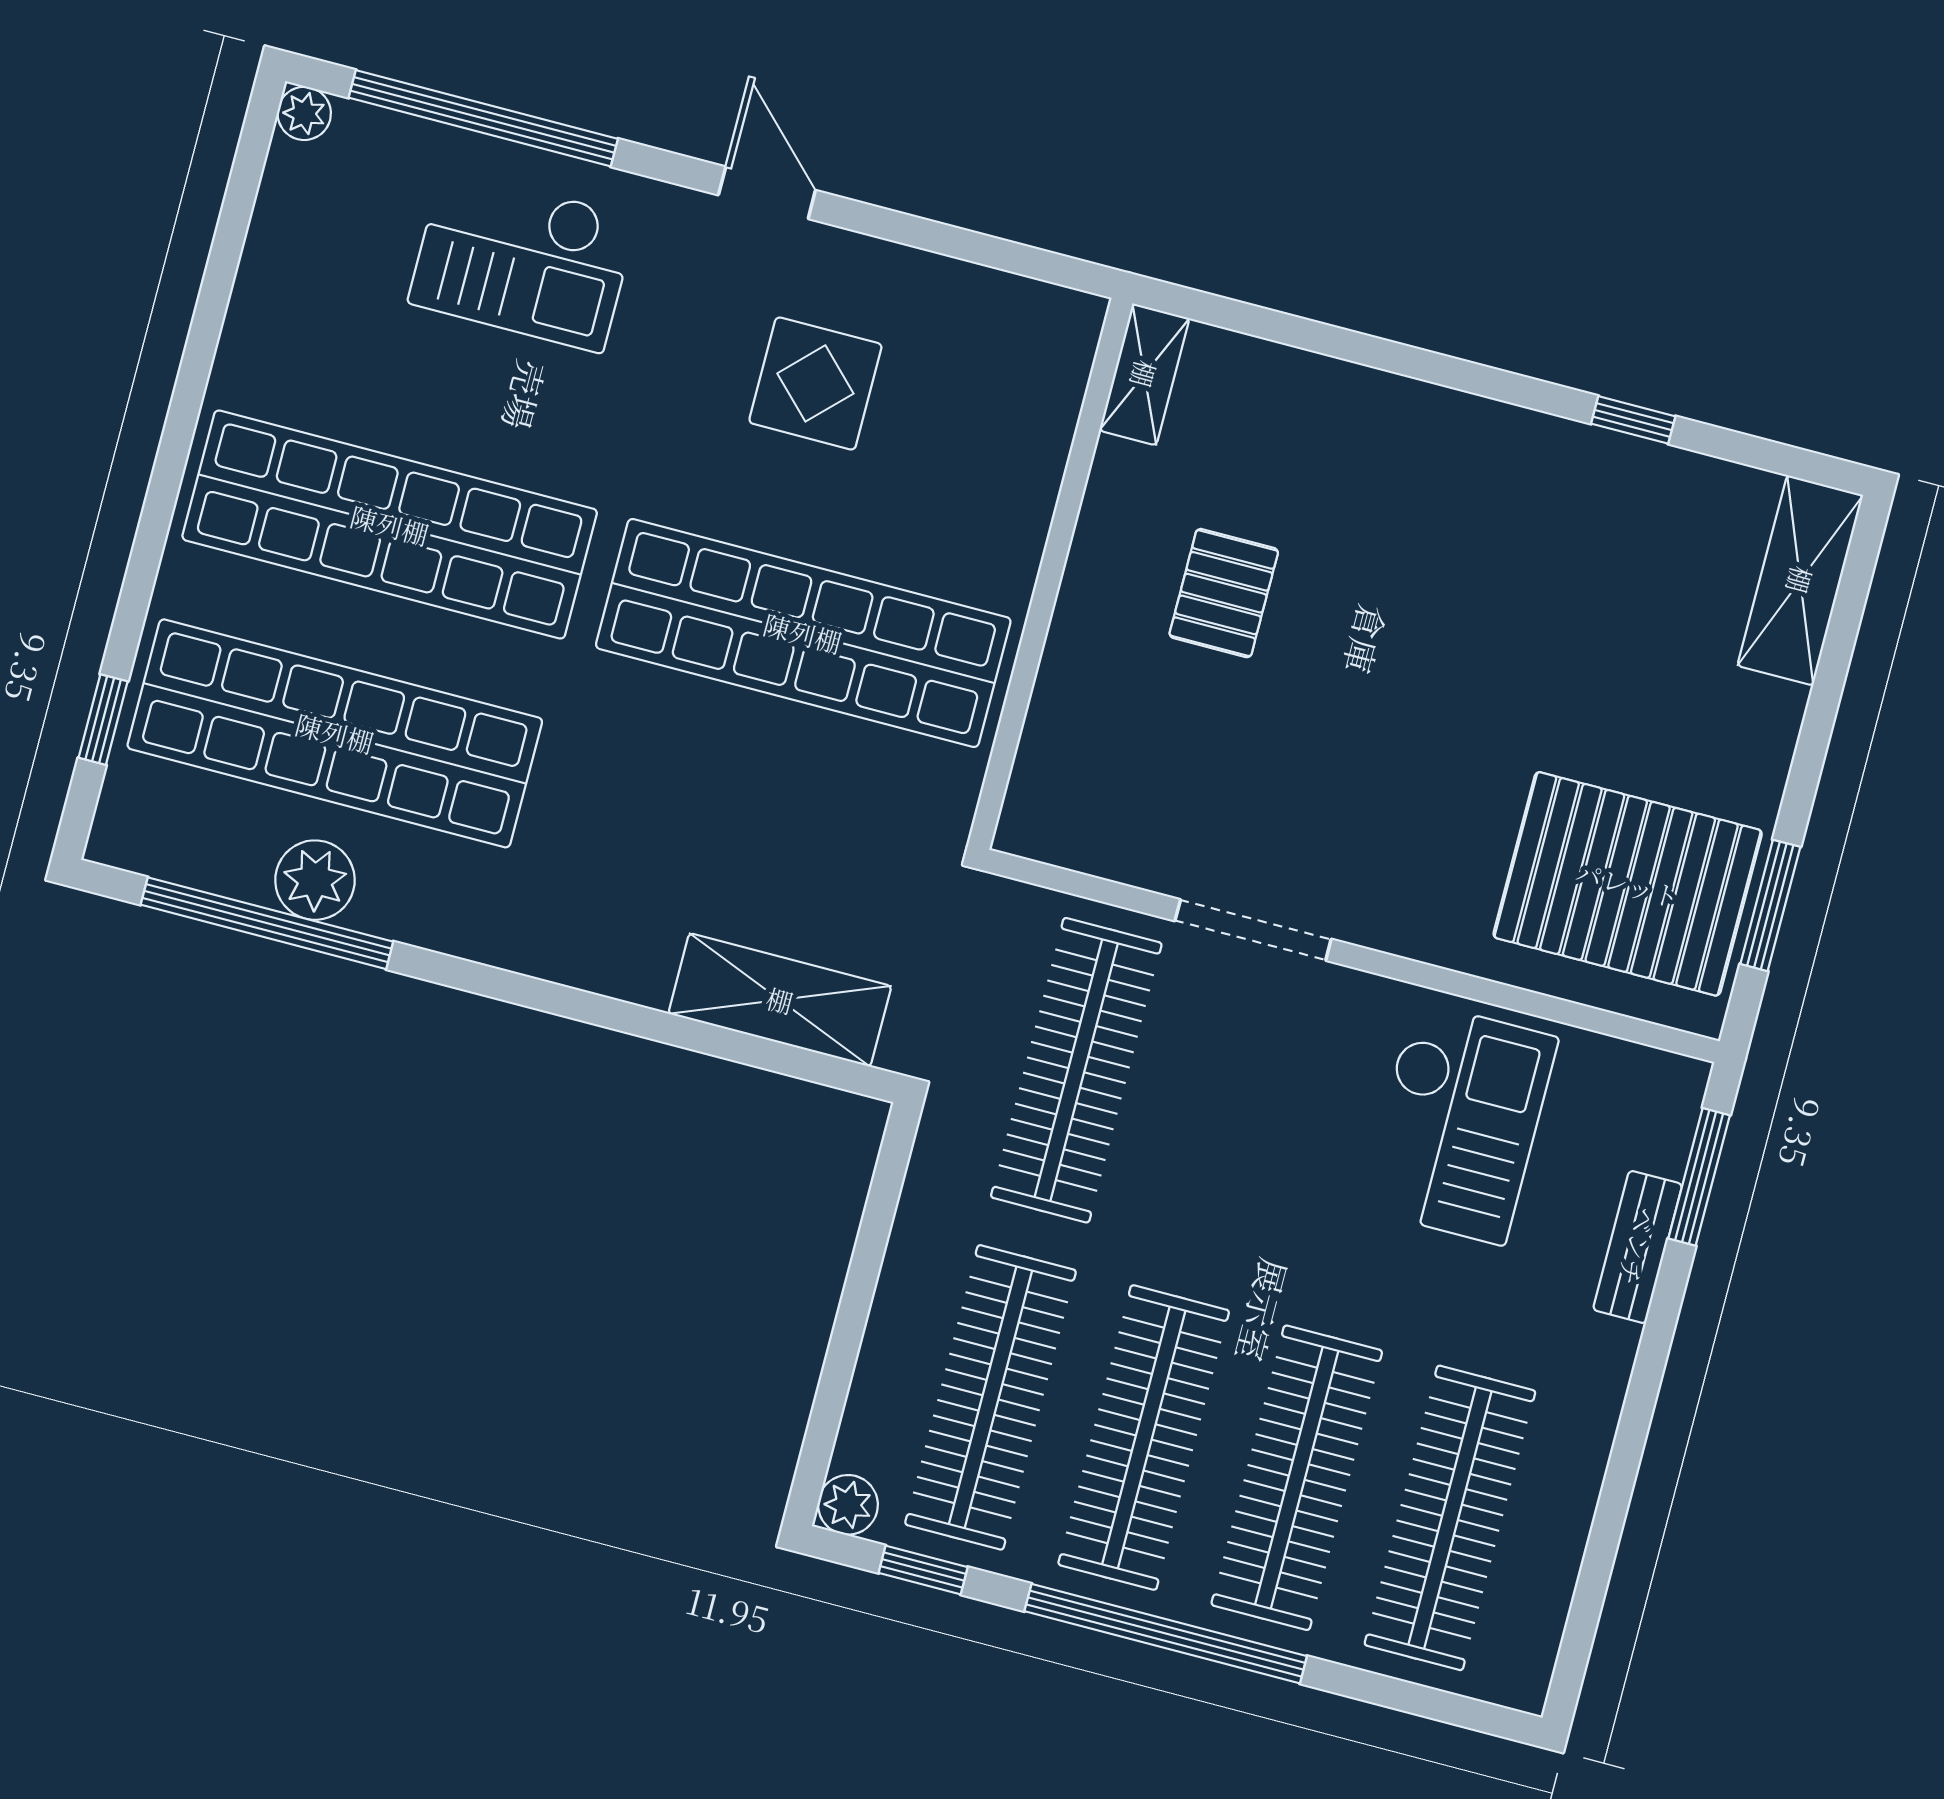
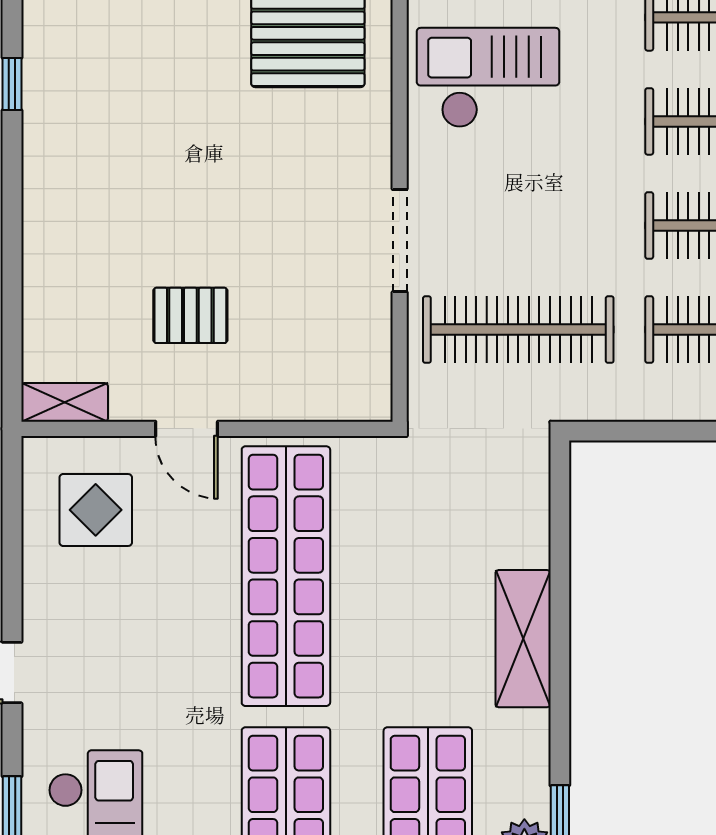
display table: (815, 383) -> (96, 510), moved
door: (1058, 544) -> (187, 429), added
shelving: (780, 1000) -> (523, 639), moved

